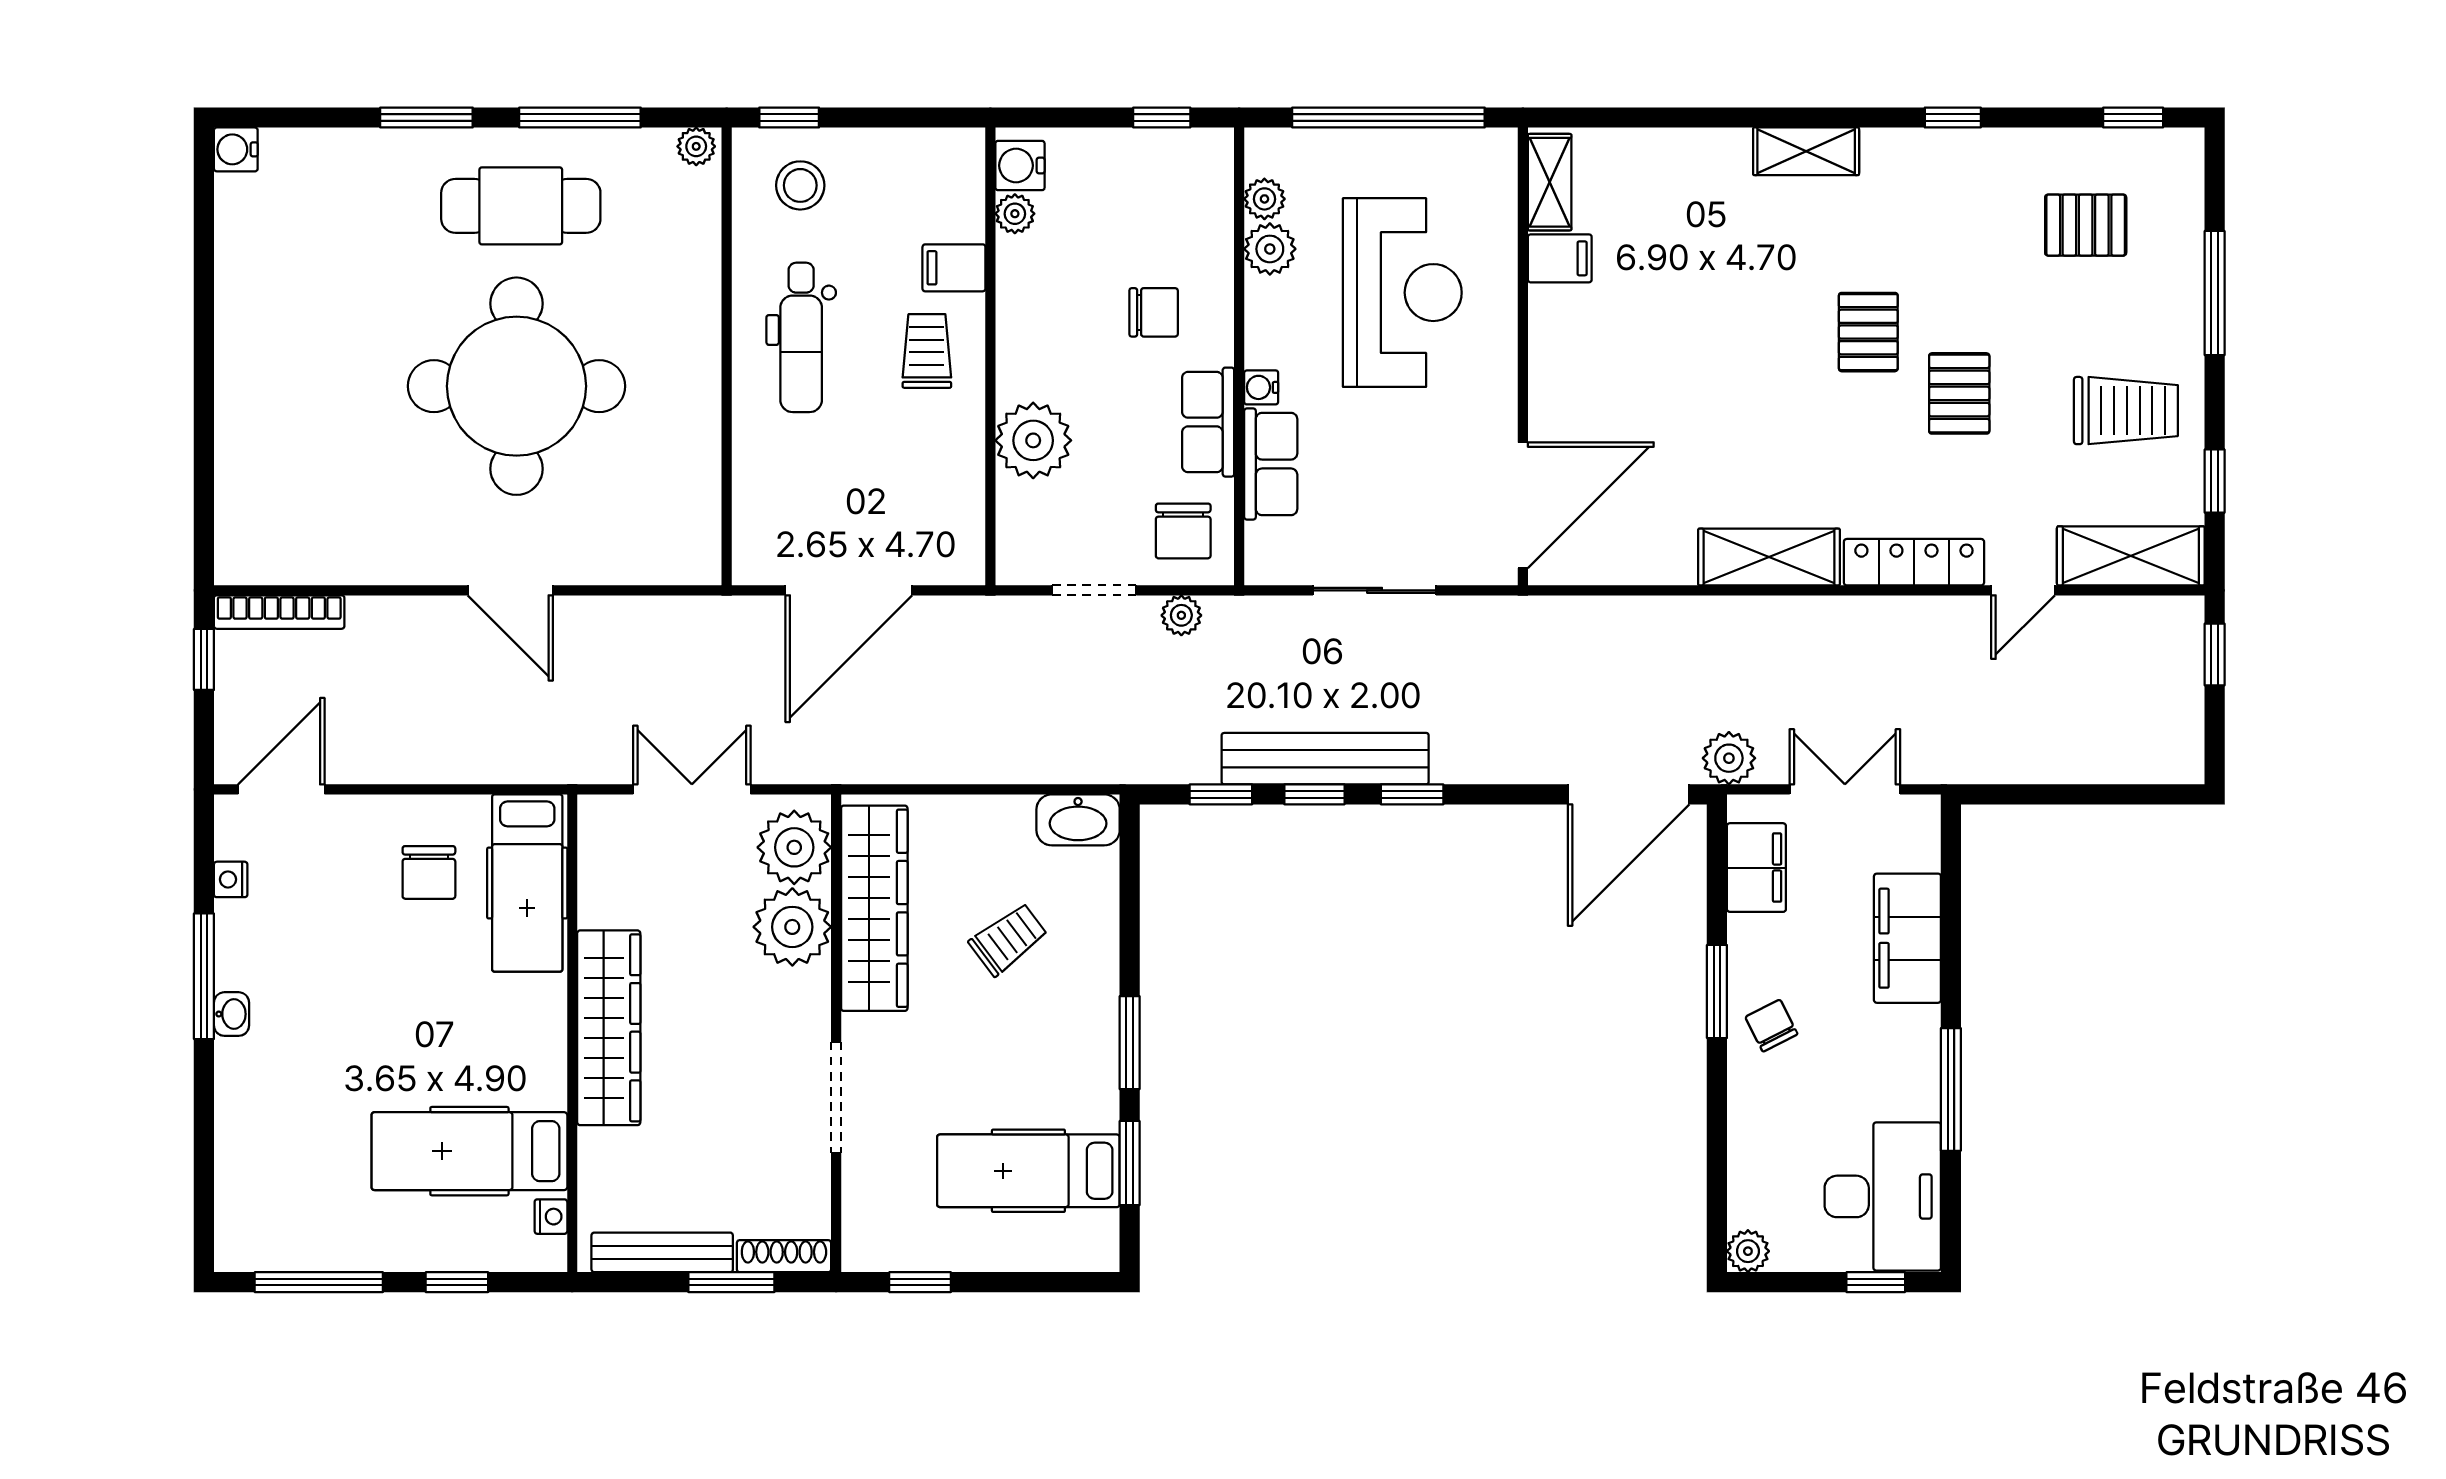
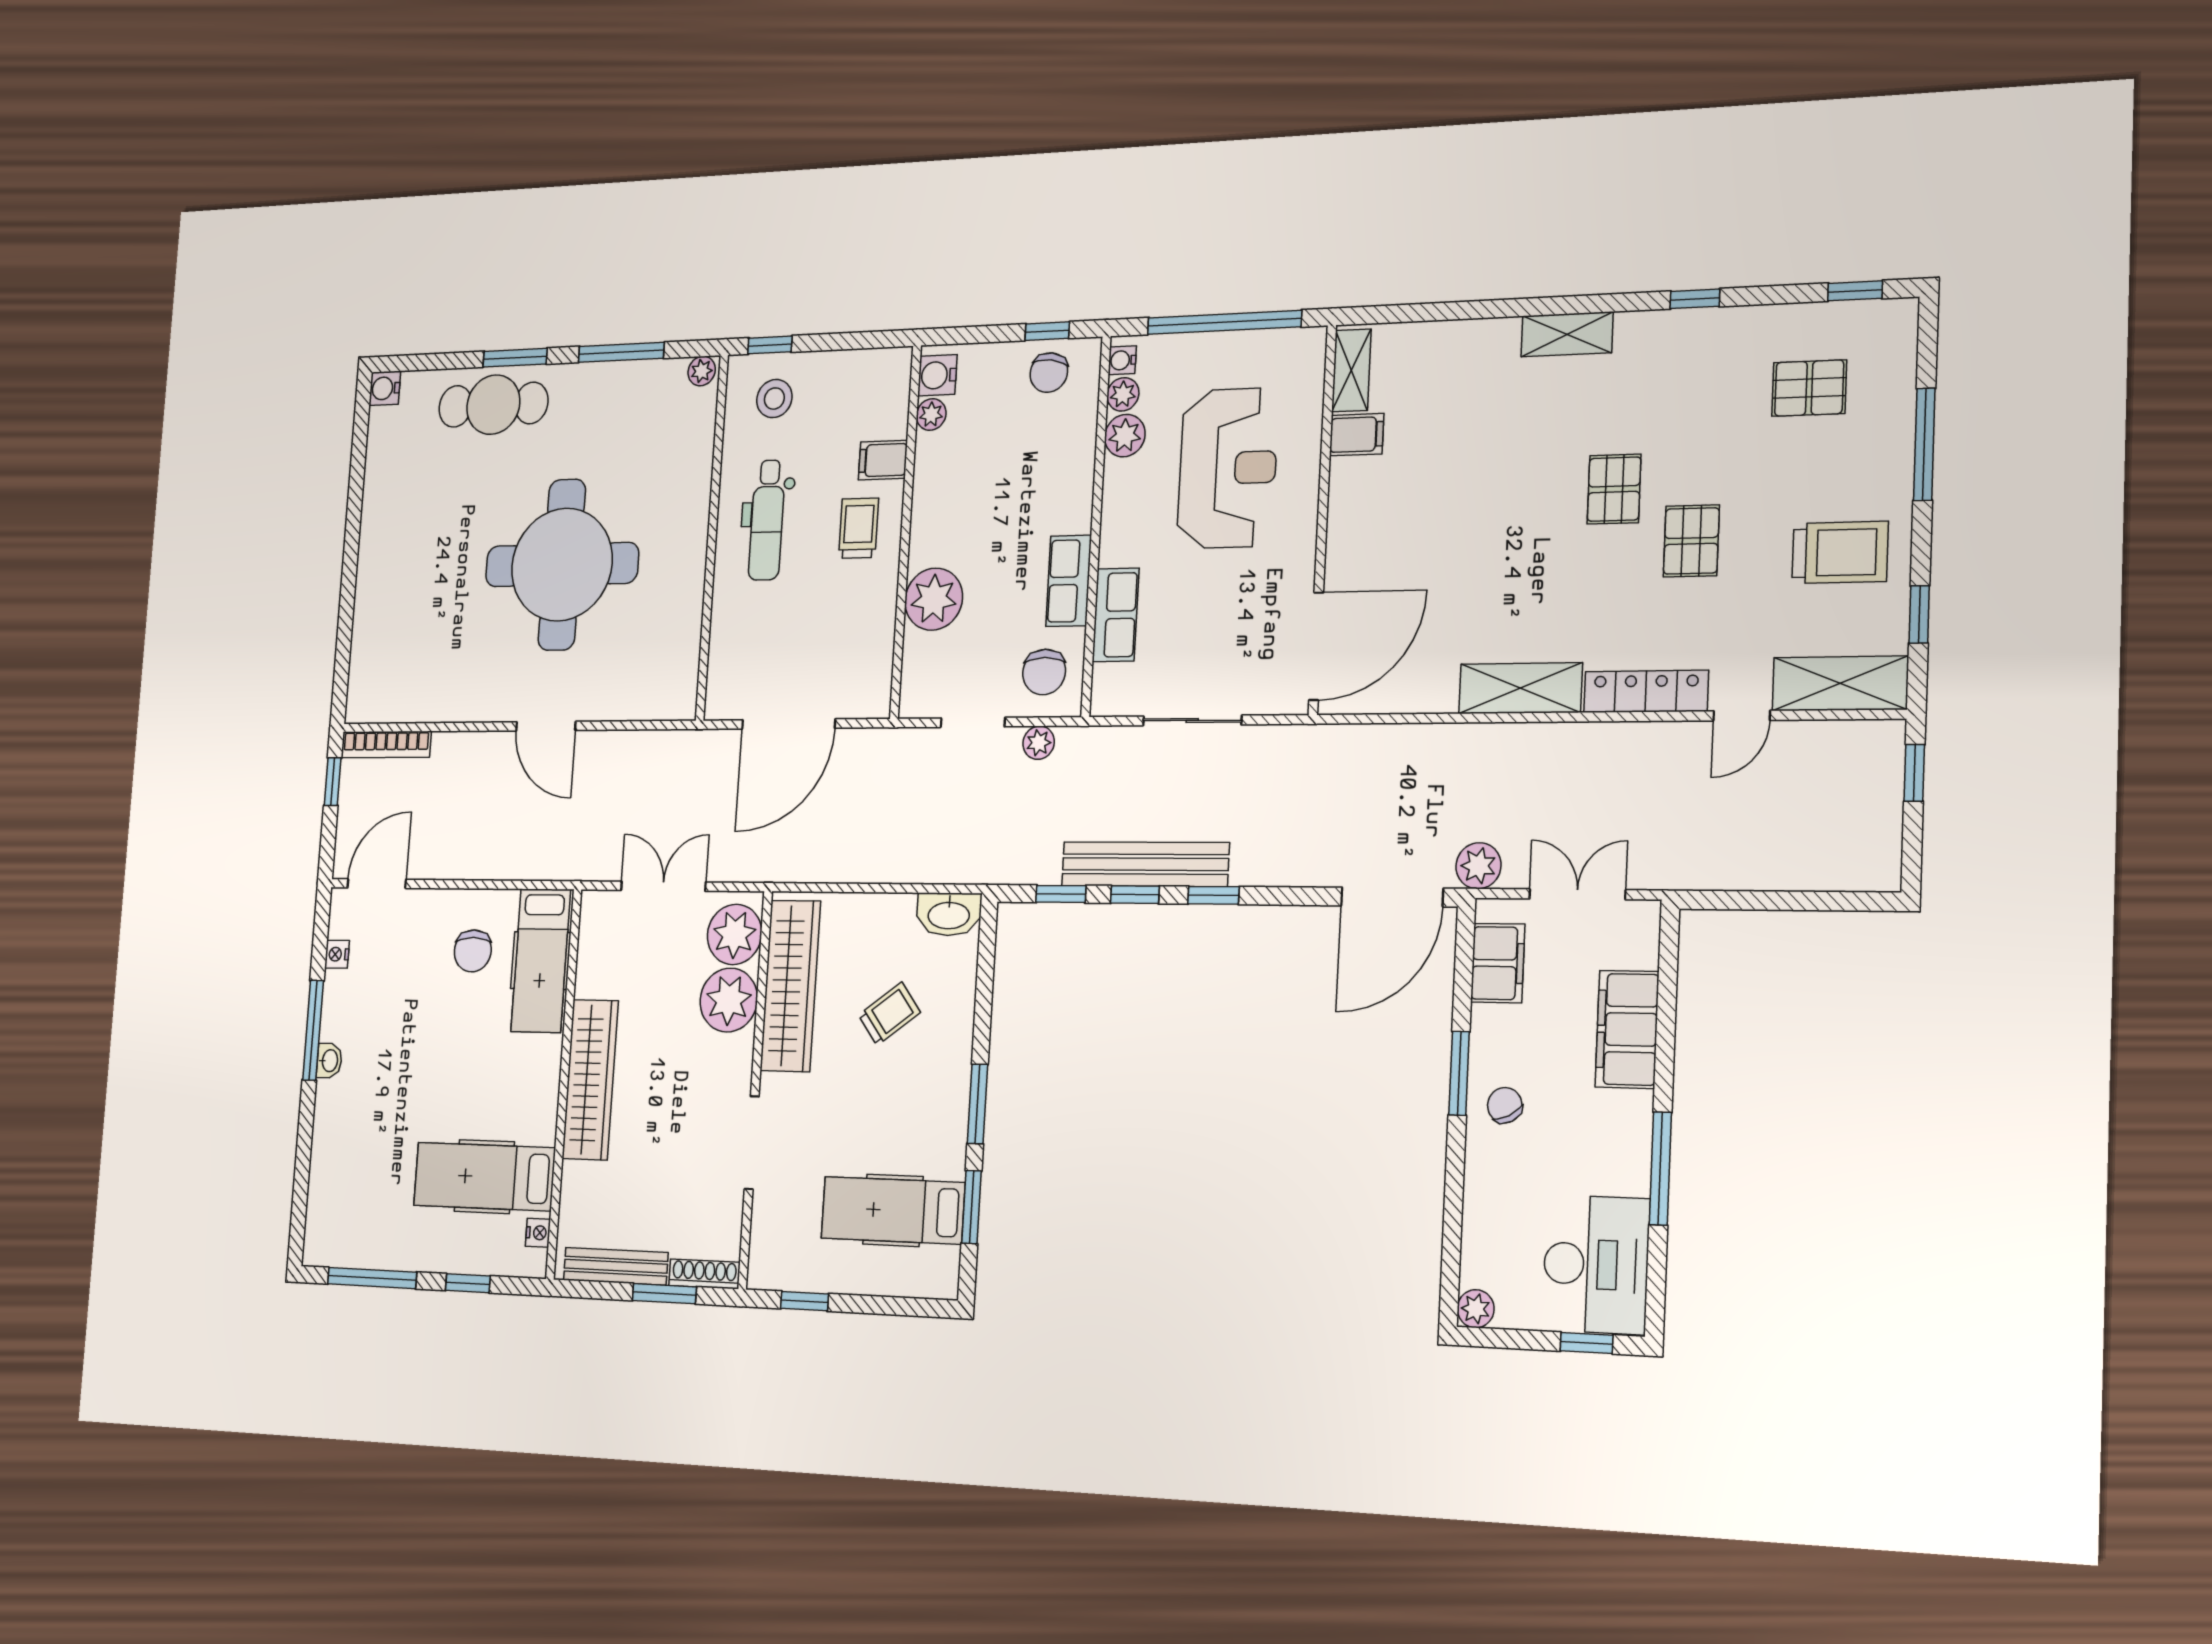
cafe table: (521, 206) -> (493, 405), moved
chair: (1154, 312) -> (1049, 373), moved, turned 98
water cooler: (1261, 387) -> (1122, 360), moved

